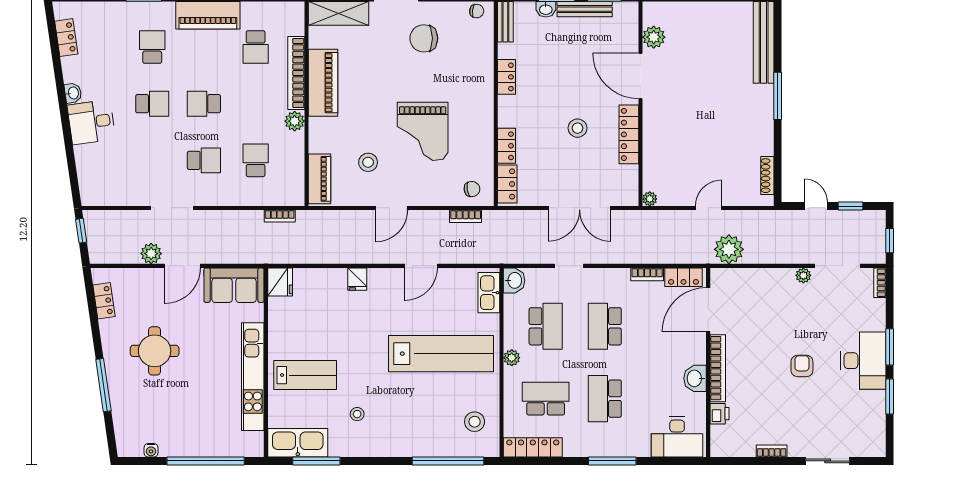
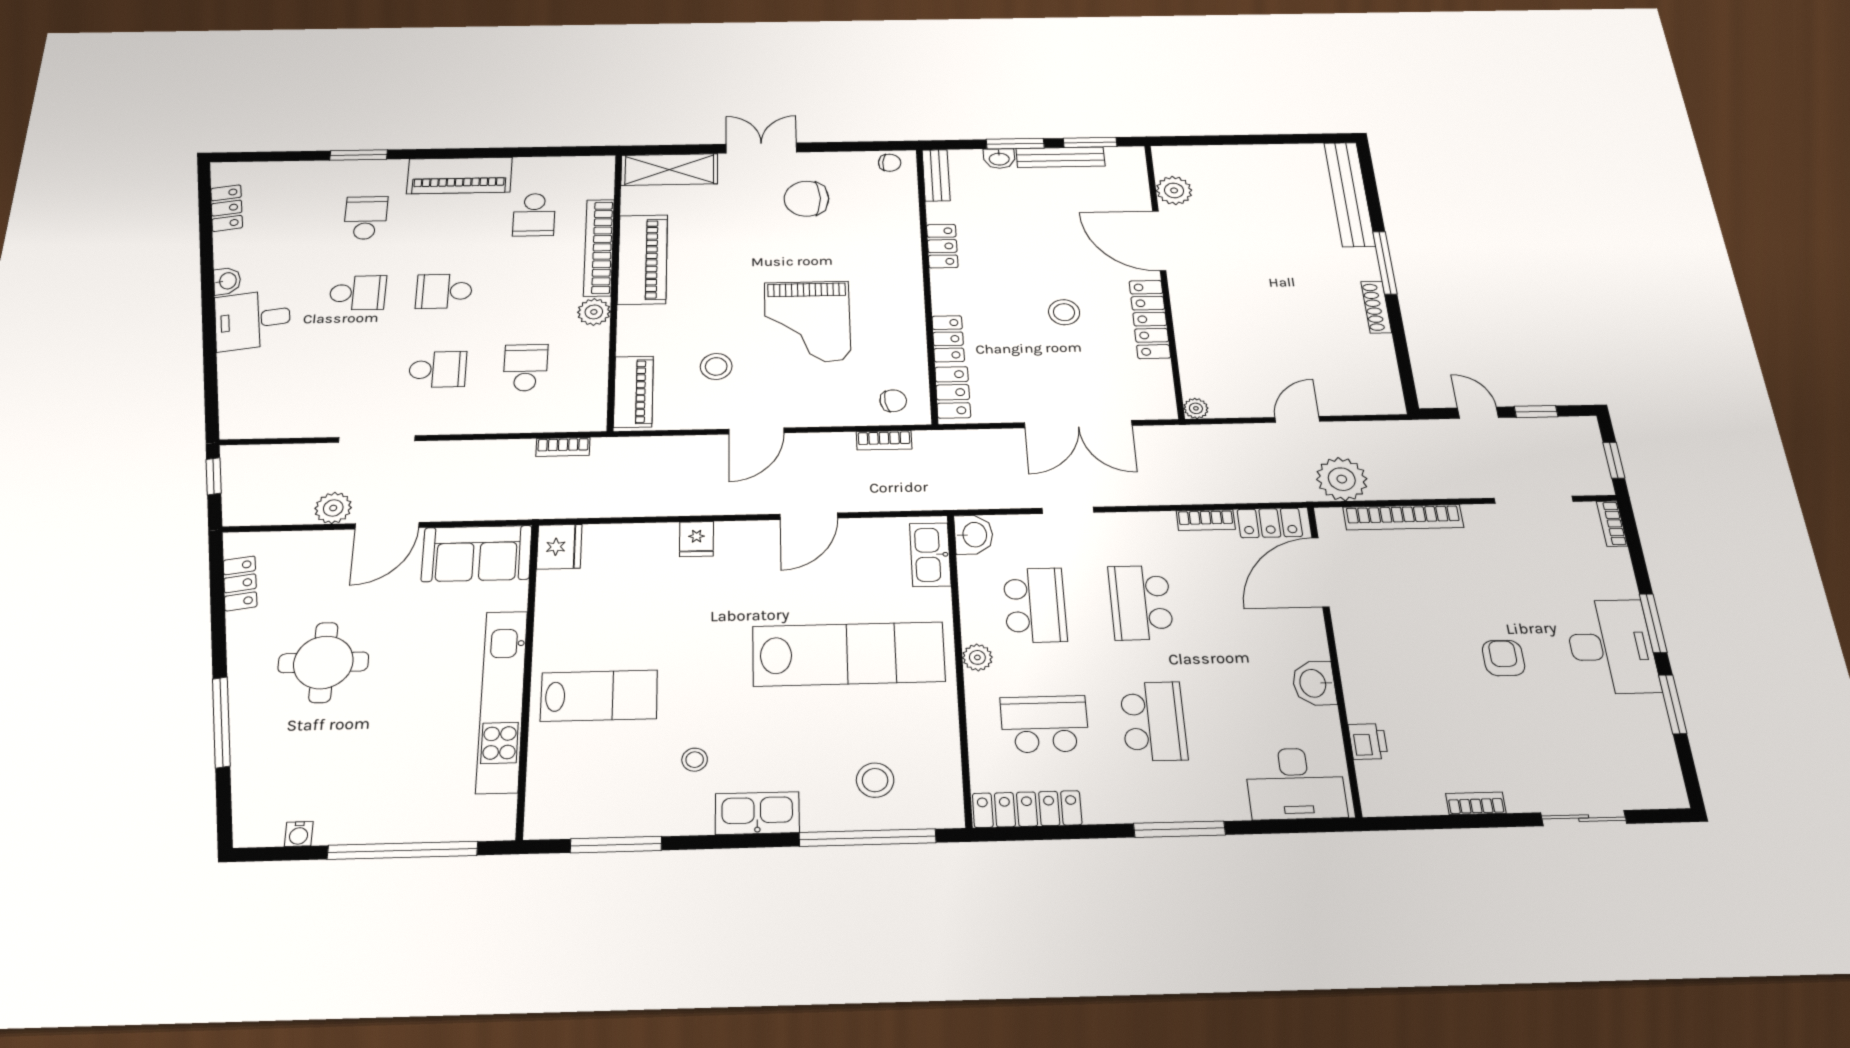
shoe rack: (767, 176) -> (1376, 307), moved
plant: (803, 275) -> (1477, 516), removed
bookcase: (718, 368) -> (1403, 517), moved, turned 90
school desk: (605, 399) -> (1154, 721), turned 180
stool: (475, 422) -> (875, 780), moved
kitchen sink: (298, 443) -> (757, 813), moved, width x0.73, depth x0.81

